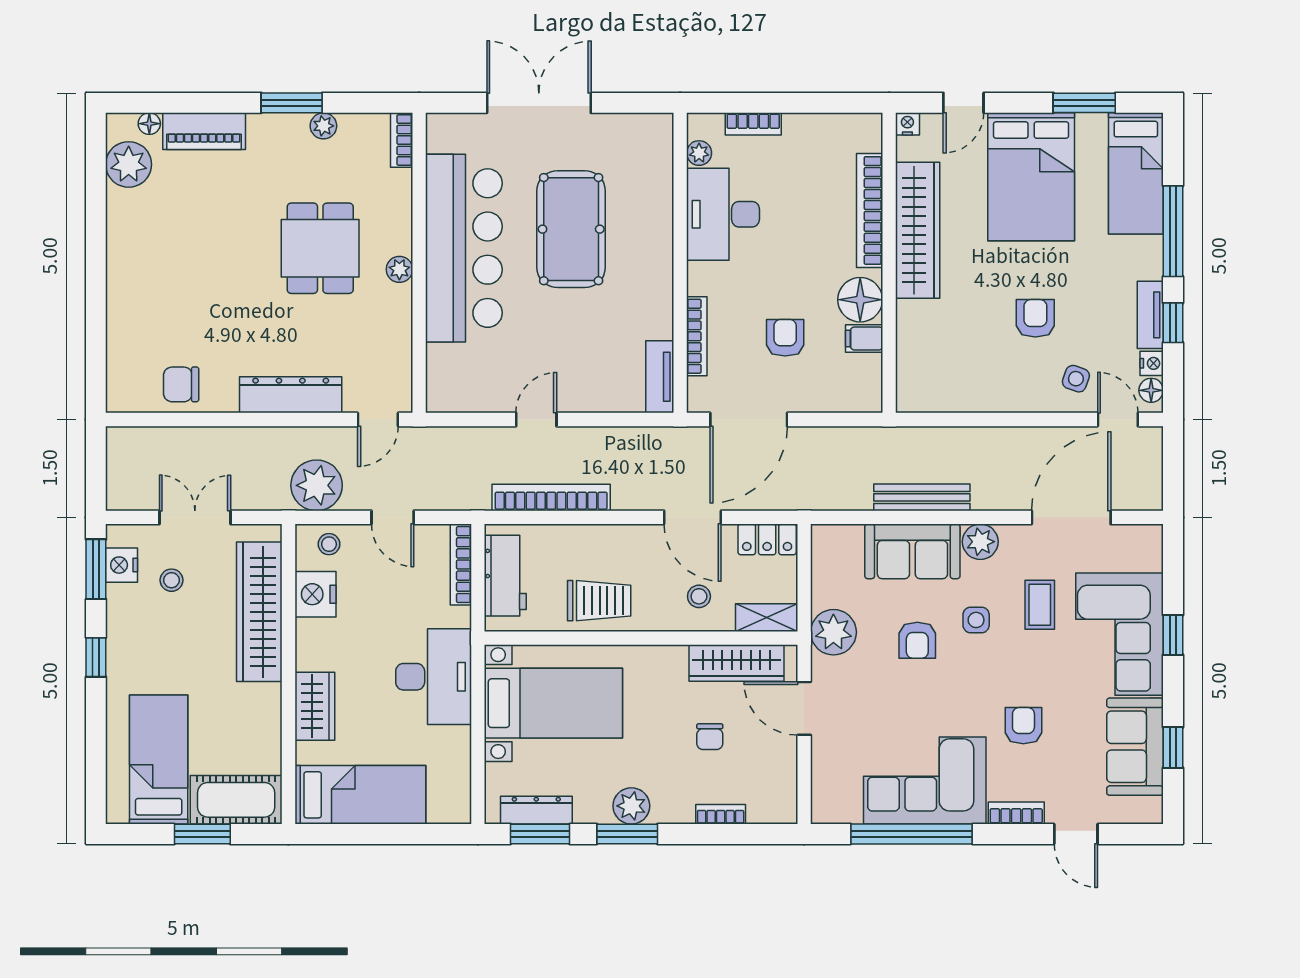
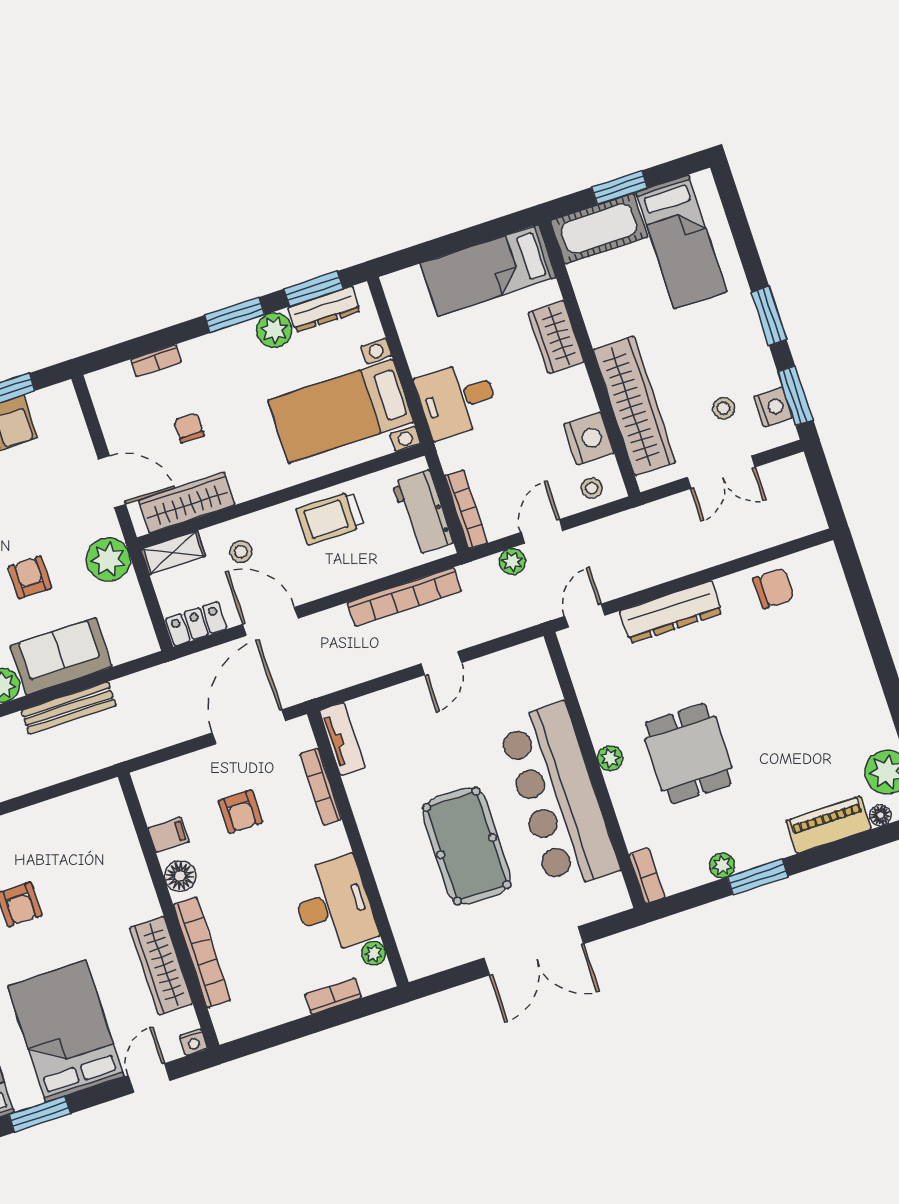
wardrobe: (918, 230) -> (161, 966), width x0.71, depth x0.85
floor lamp: (860, 300) -> (180, 876), width x0.73, depth x0.73
plant: (317, 485) -> (512, 562), moved, width x0.53, depth x0.53
door: (393, 517) -> (542, 531), hinge flipped
window: (96, 657) -> (769, 316), width x1.50
desk: (434, 677) -> (457, 399), width x0.73
plant: (631, 806) -> (274, 330), moved

